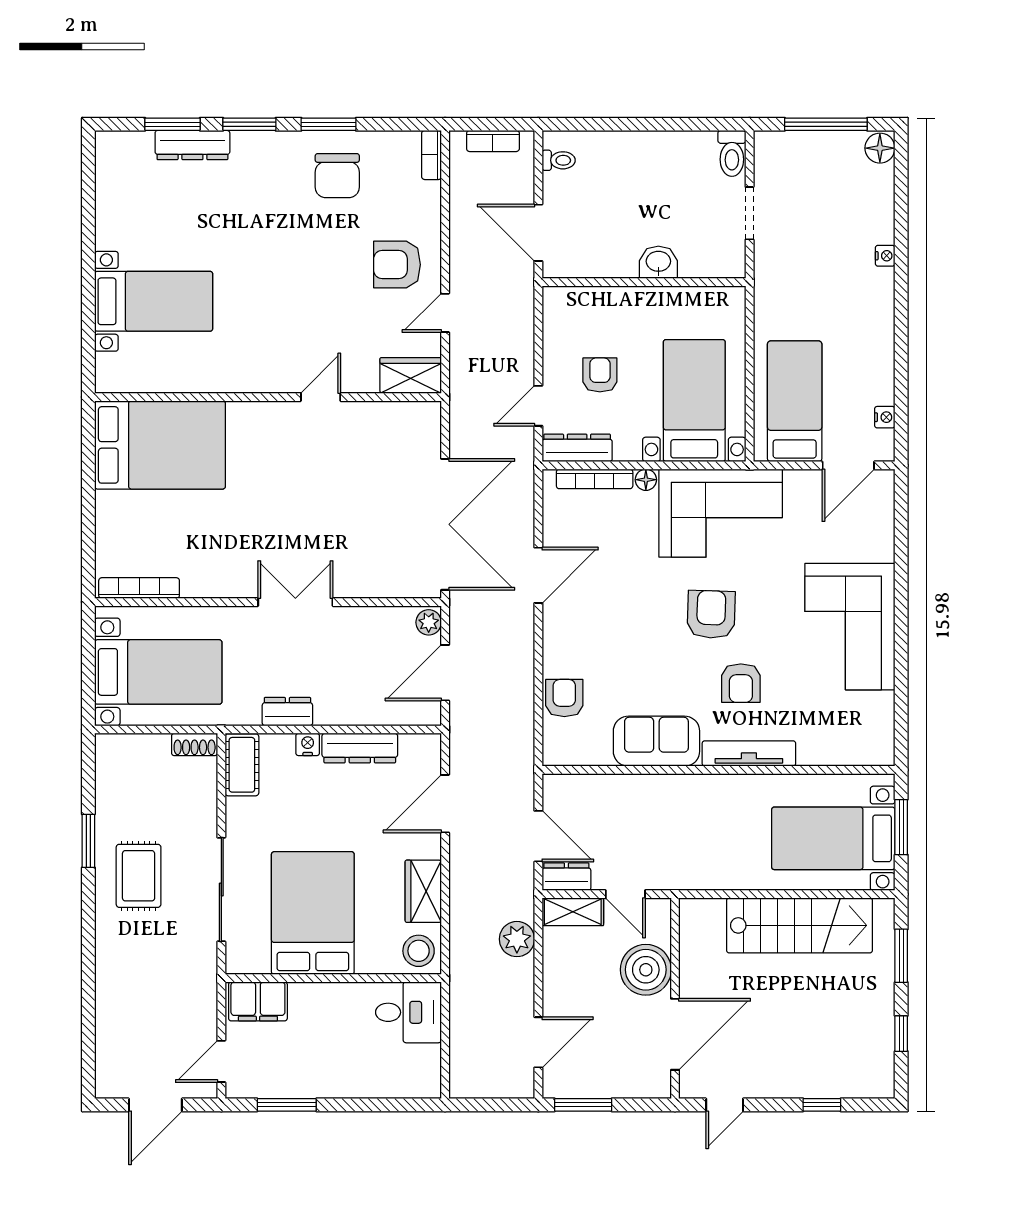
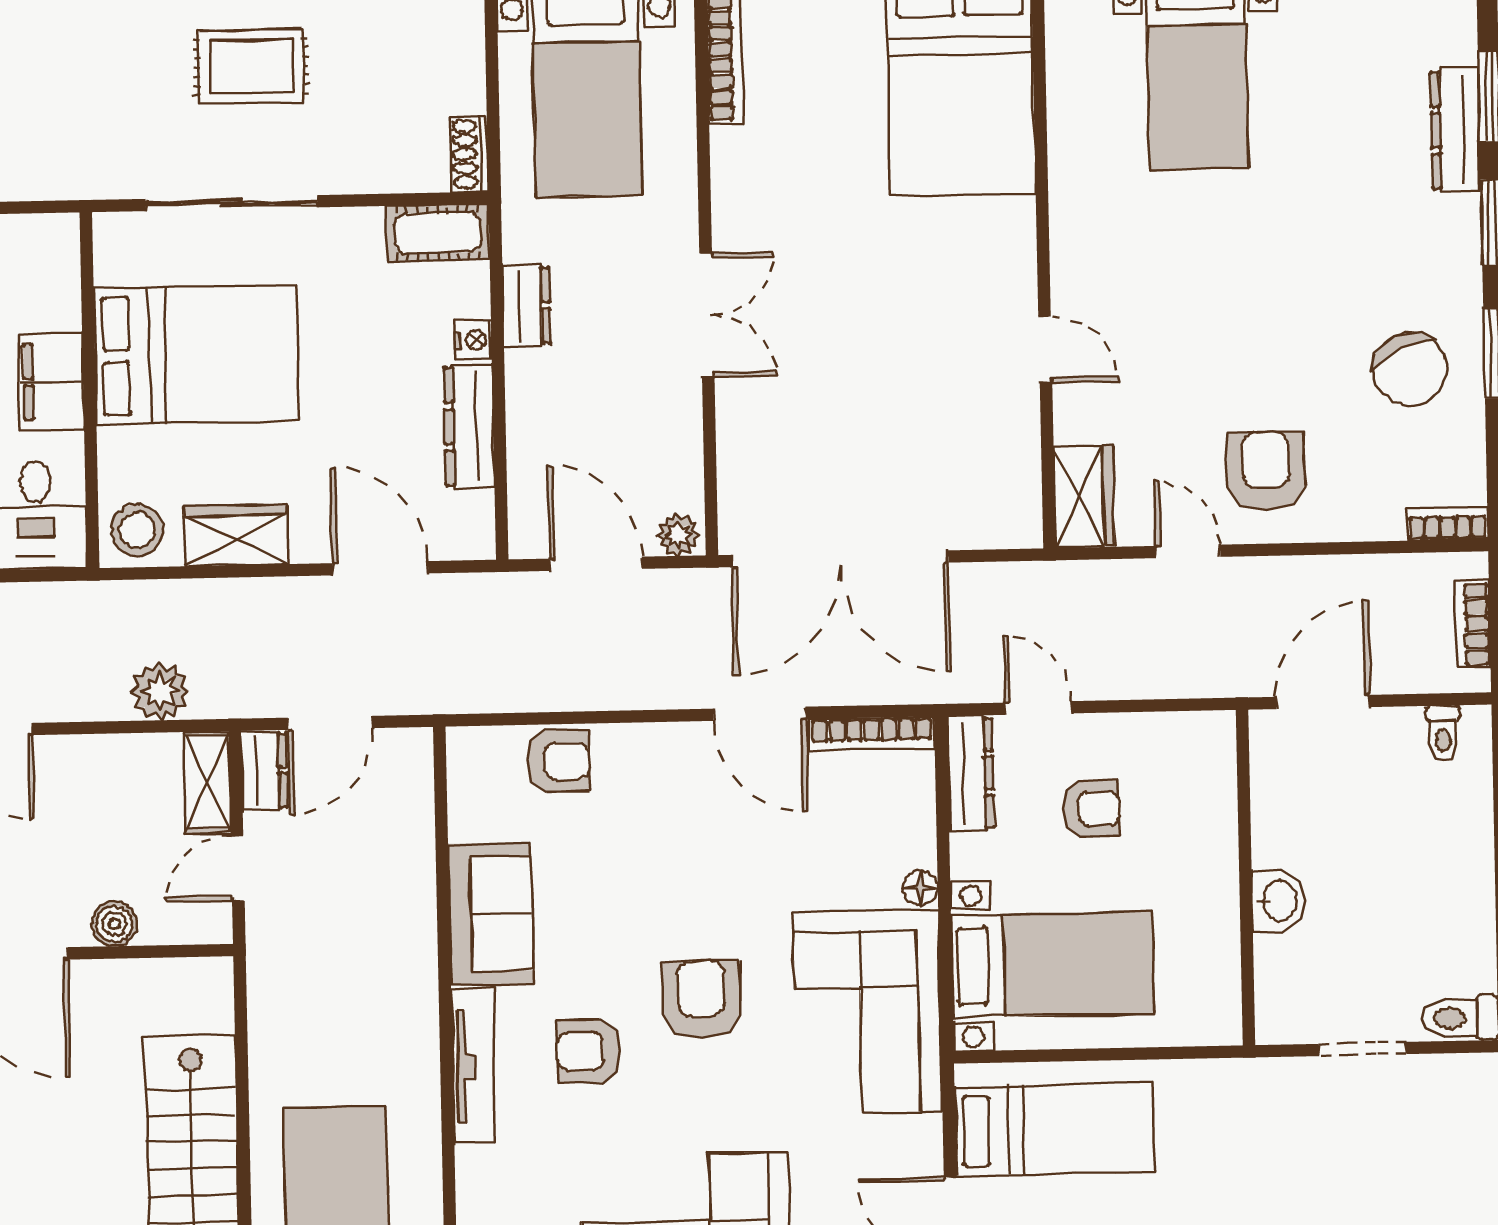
chair: (337, 176) -> (1410, 369), turned -114
bookcase: (595, 479) -> (872, 734), moved, turned -90
armchair: (711, 614) -> (701, 1000), turned -92
boiler: (646, 970) -> (114, 924), width x0.54, depth x0.54
filing cabinet: (258, 1001) -> (51, 381), moved

